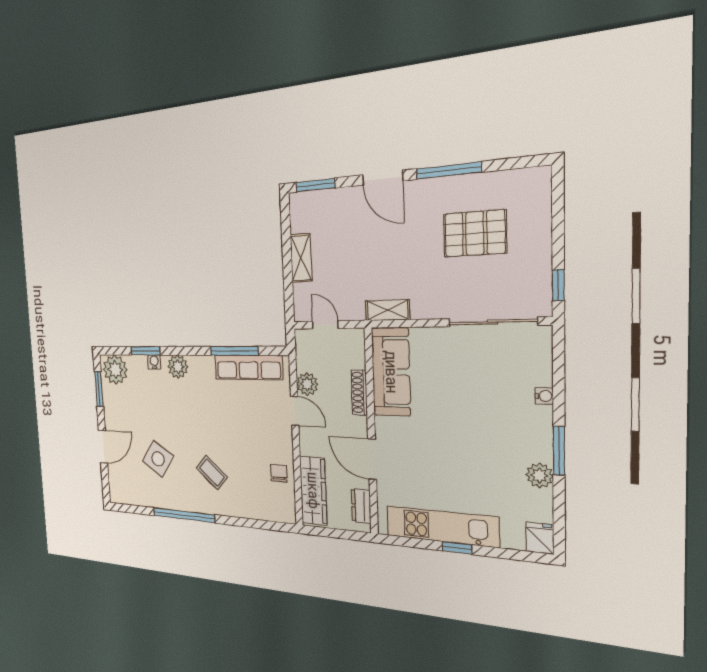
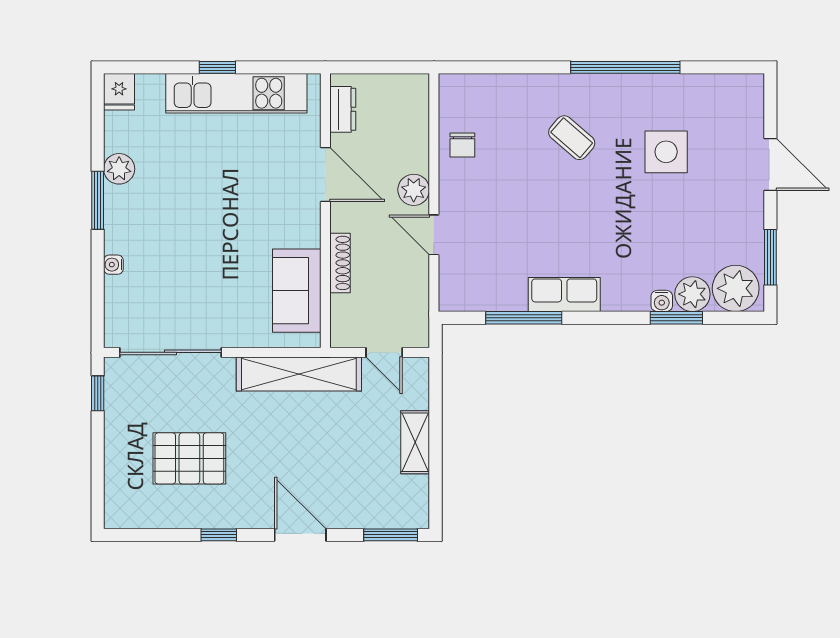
window: (449, 170) -> (219, 535), width x0.46
shelving: (387, 310) -> (299, 374), width x2.20, depth x1.33
plant: (178, 367) -> (692, 294), moved
row of seats: (248, 367) -> (564, 295), moved, width x0.68
sofa: (391, 372) -> (297, 291), width x0.73
plant: (307, 384) -> (414, 190), moved
door: (103, 447) -> (770, 164), swing flipped
side table: (158, 459) -> (666, 152), turned -33
wardrobe: (313, 491) -> (411, 124), removed

